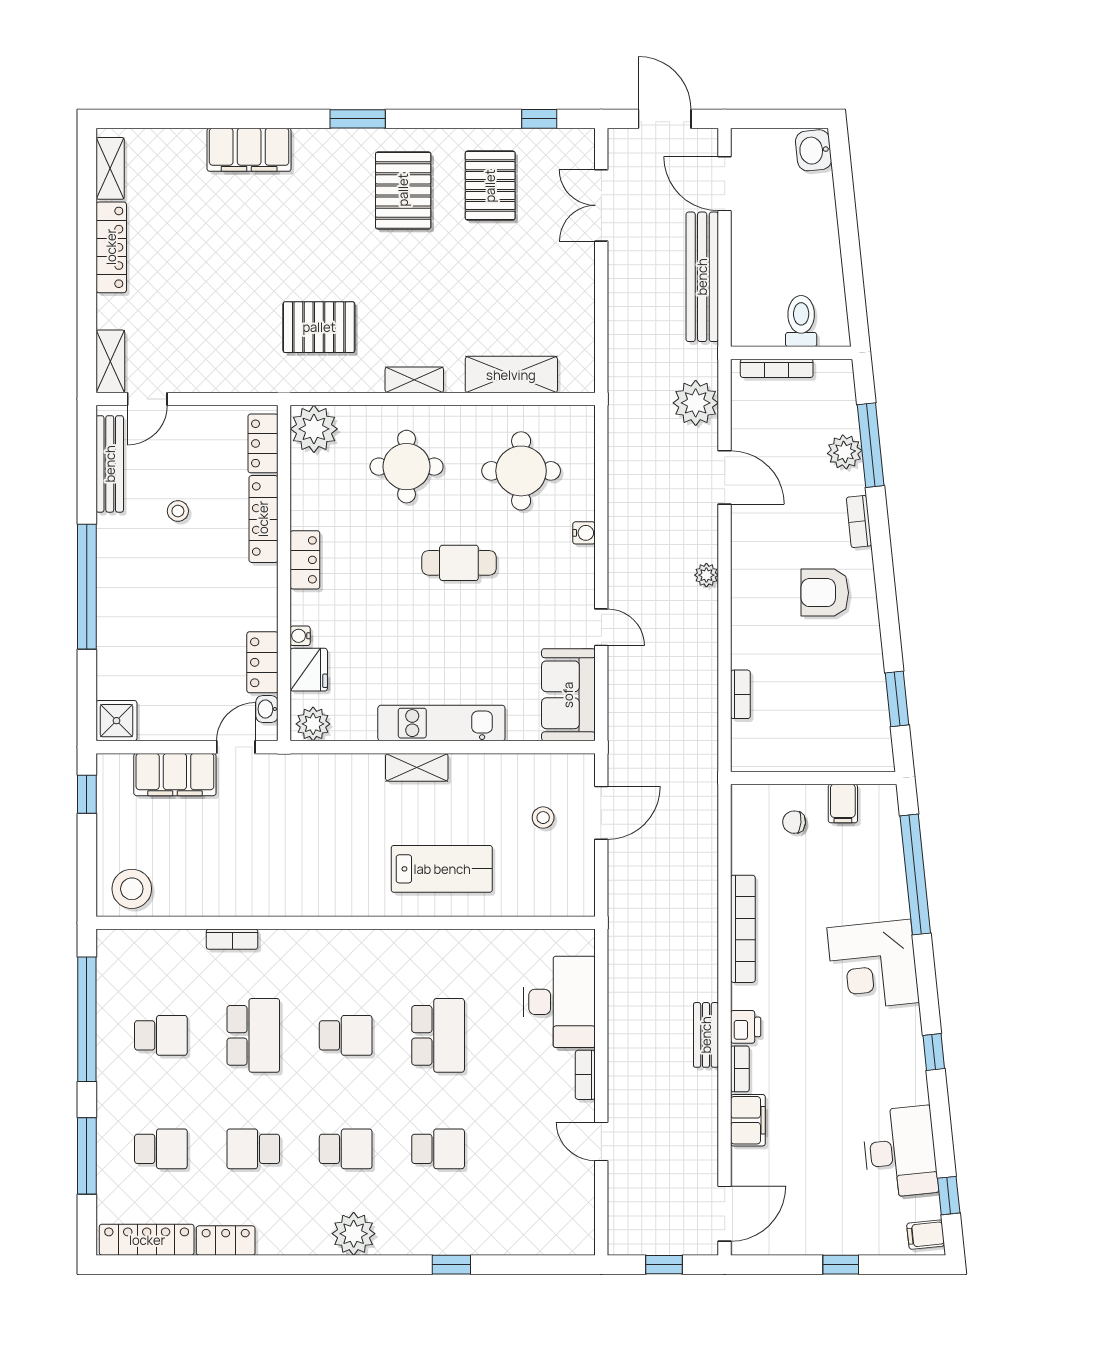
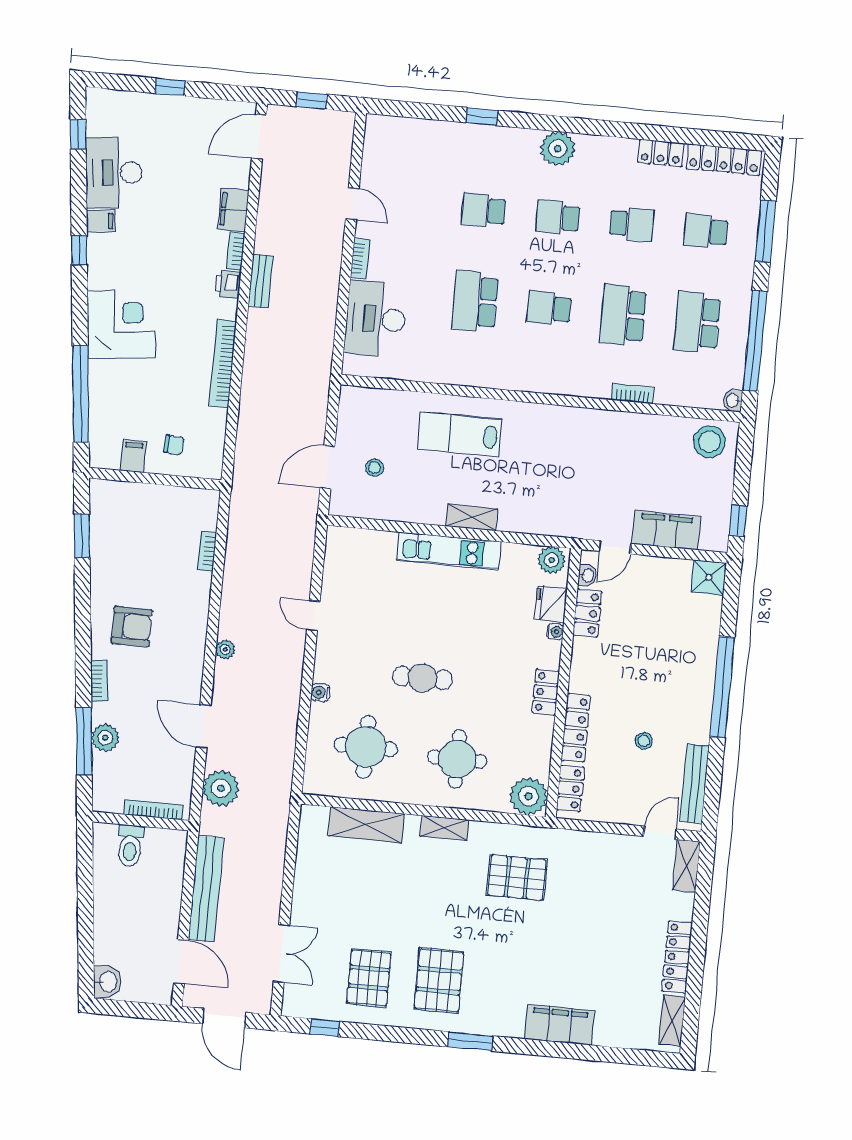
sofa: (568, 695) -> (345, 564), removed
washbasin: (107, 943) -> (733, 400), added
school desk: (161, 1035) -> (697, 322), width x1.85
filing cabinet: (926, 1235) -> (101, 221), moved

